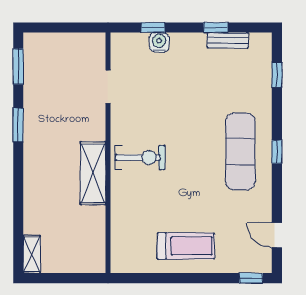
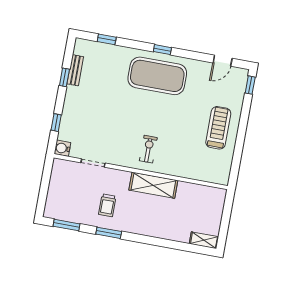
water cooler: (159, 42) -> (62, 148), moved
trolley: (55, 116) -> (107, 205), added
exercise mat: (240, 151) -> (157, 76), width x1.47
exercise bike: (140, 158) -> (148, 149), width x0.73, depth x0.72

